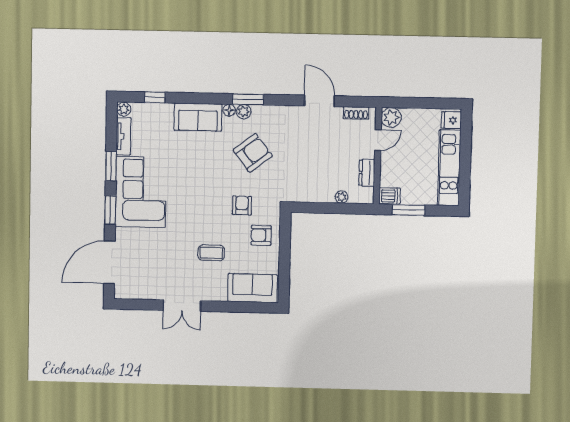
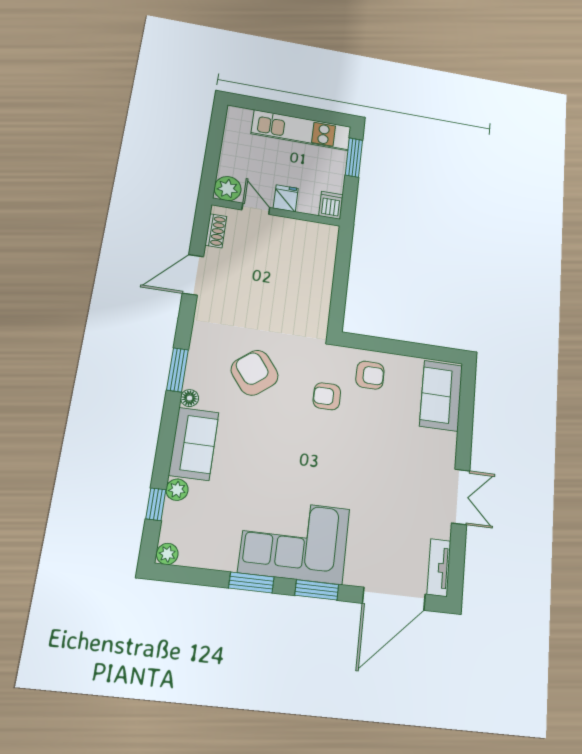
plant: (244, 112) -> (177, 490), moved
fridge: (451, 120) -> (286, 198), moved, turned 180
tv unit: (124, 136) -> (439, 568), moved, turned -90
dresser: (367, 173) -> (298, 228), removed
plant: (342, 197) -> (327, 264), removed
window: (408, 210) -> (354, 158), moved
armchair: (261, 235) -> (370, 375), turned -90
coffee table: (211, 253) -> (389, 447), removed
door: (109, 262) -> (394, 599), hinge flipped

